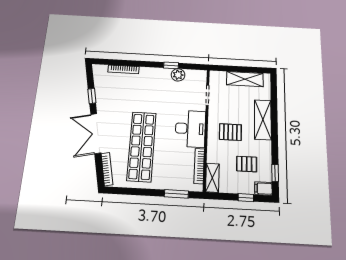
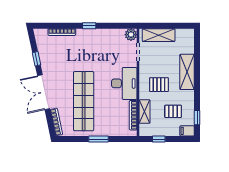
window: (171, 65) -> (89, 26), moved
plant: (178, 75) -> (131, 35), moved
shelving: (245, 79) -> (159, 35), moved
shelving: (212, 178) -> (145, 112), moved
window: (176, 194) -> (99, 139), moved
window: (246, 198) -> (159, 139), moved

